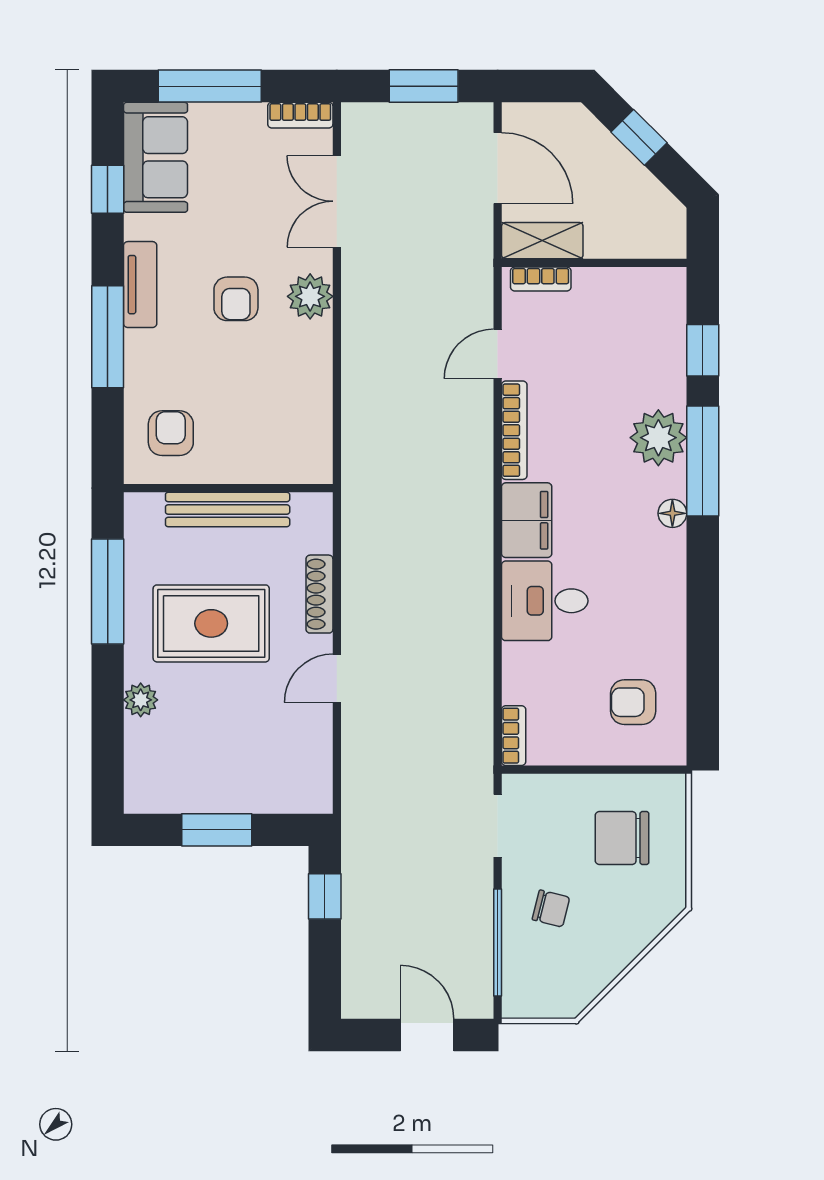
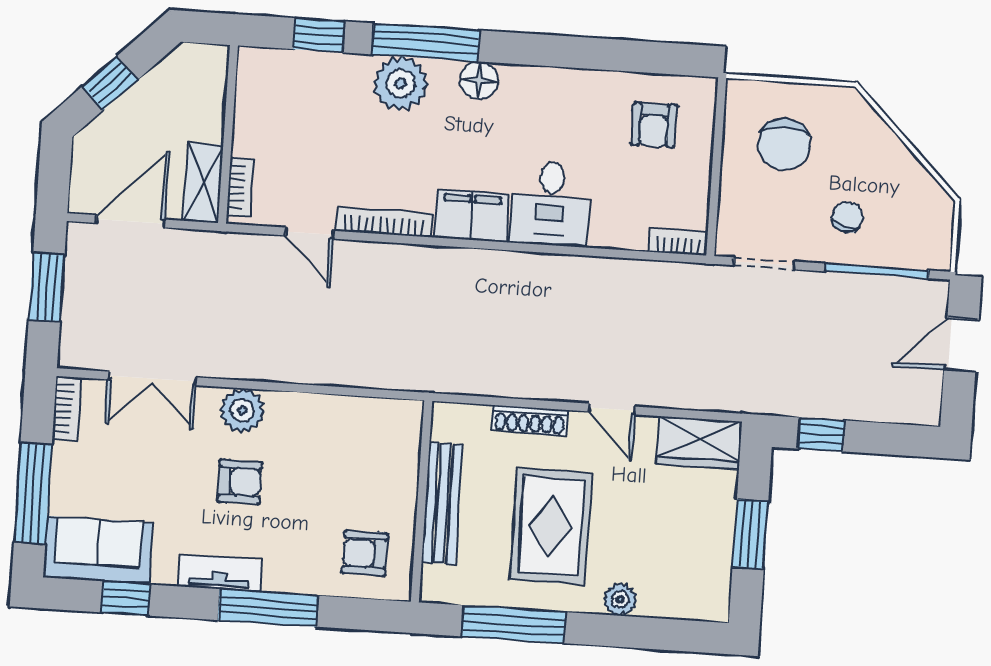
floor lamp: (672, 513) -> (479, 80), width x1.37, depth x1.37
wardrobe: (308, 771) -> (699, 443), added

